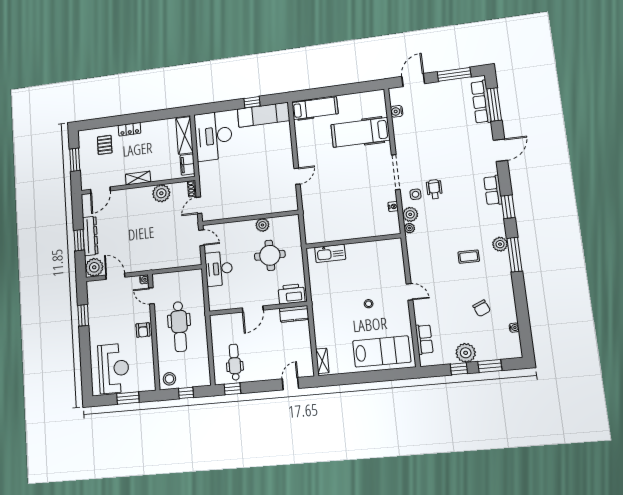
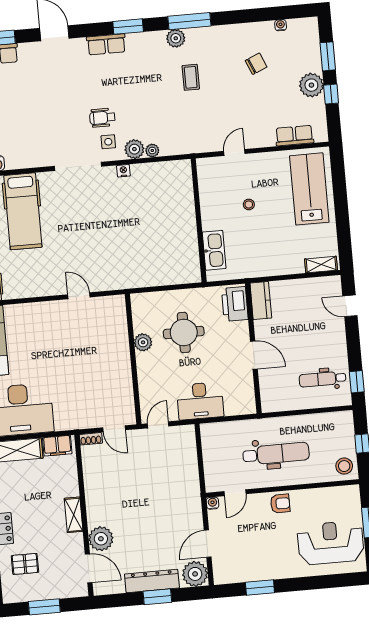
plant: (161, 193) -> (101, 539), moved
wall: (353, 241) -> (199, 220), moved
kitchen sink: (330, 253) -> (214, 250), moved

